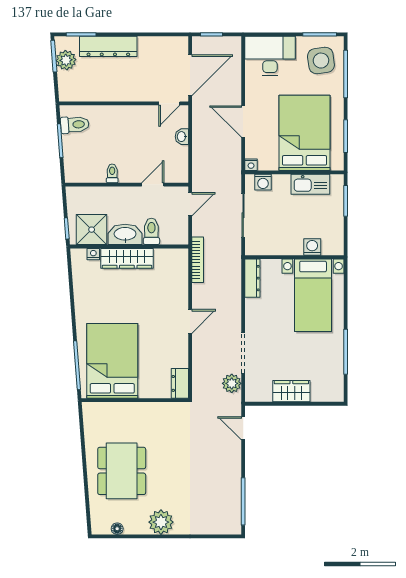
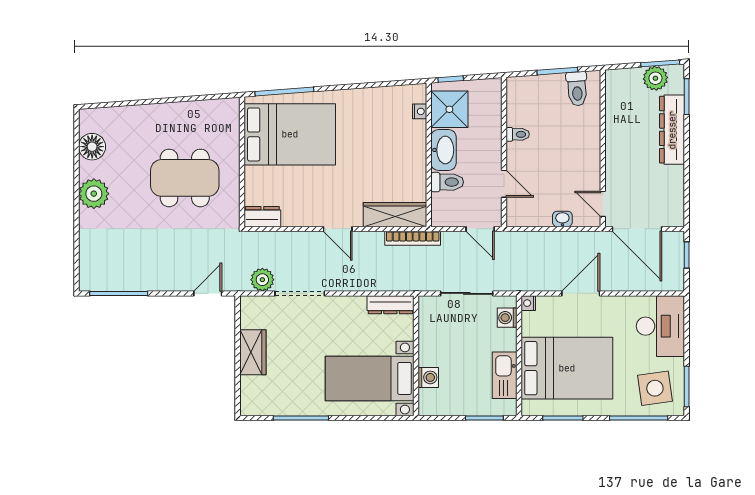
wardrobe: (127, 258) -> (395, 215), moved, turned 90
dining table: (122, 471) -> (185, 178), moved
floor lamp: (117, 529) -> (92, 147), width x1.89, depth x1.89

